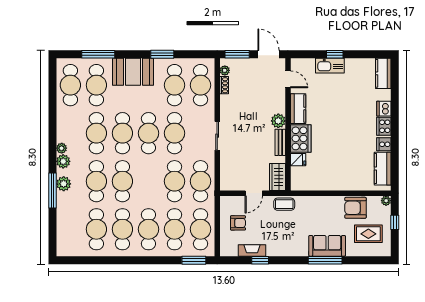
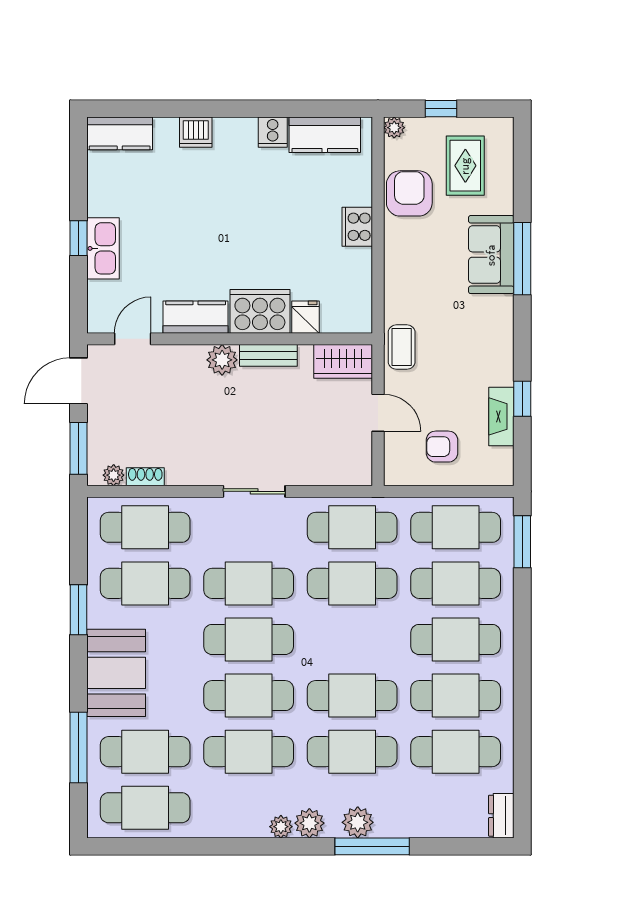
cooker: (384, 126) -> (357, 227), moved, turned 90
armchair: (355, 208) -> (409, 193), turned 180
armchair: (238, 223) -> (442, 447), turned -90
dresser: (67, 250) -> (501, 816), added

